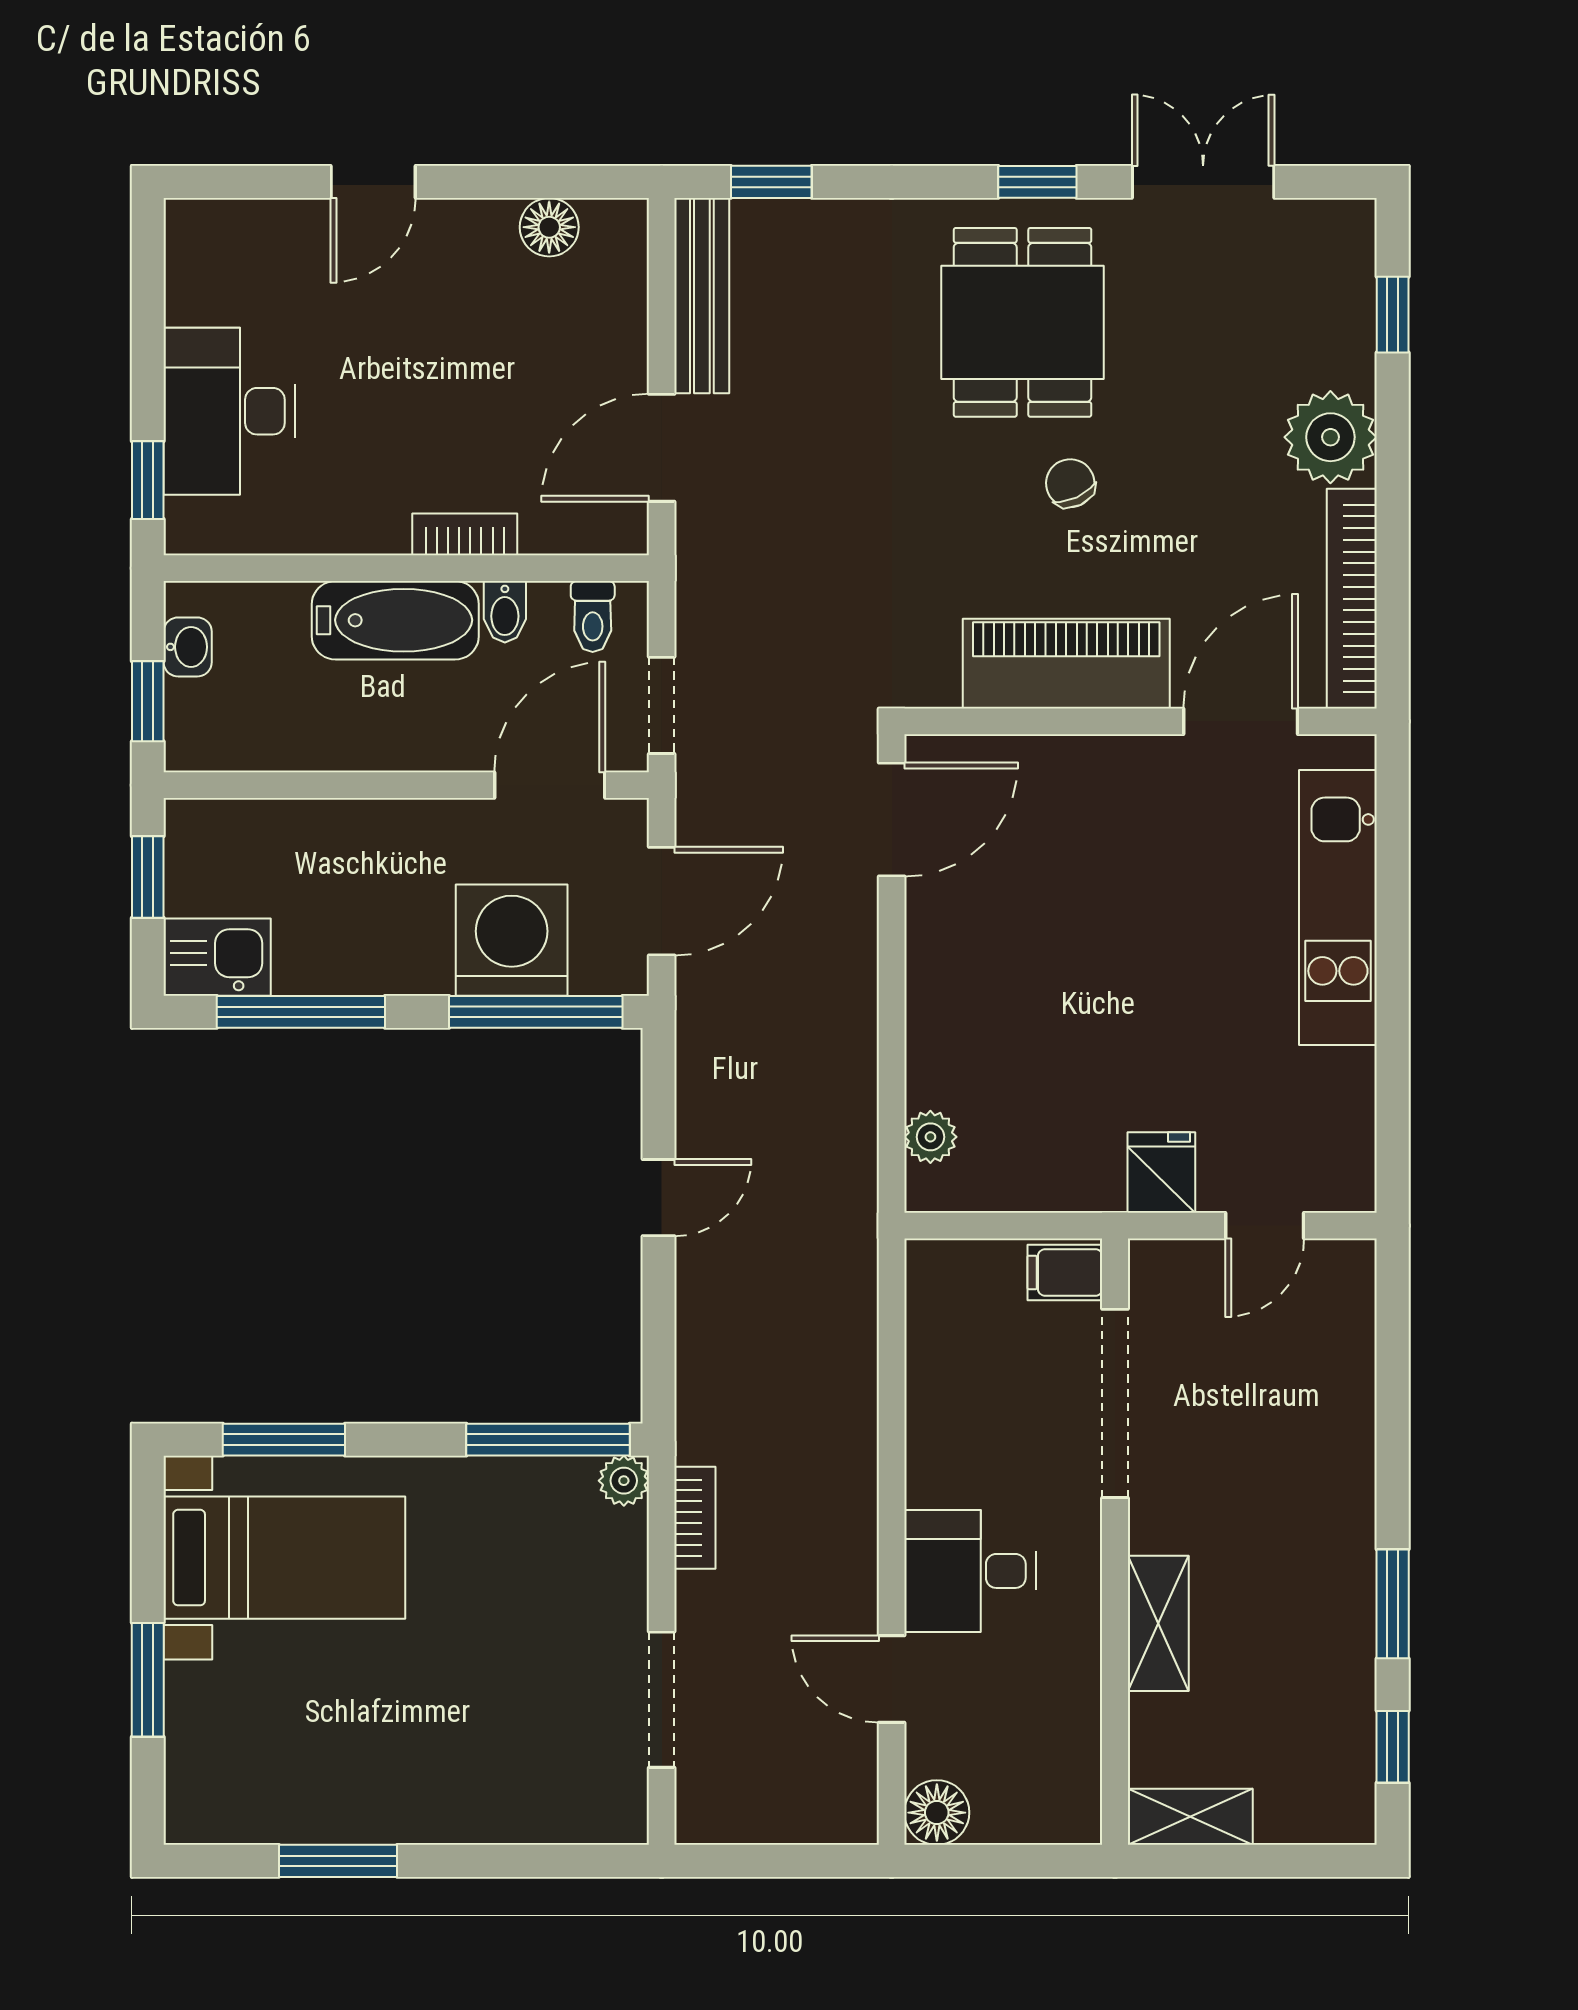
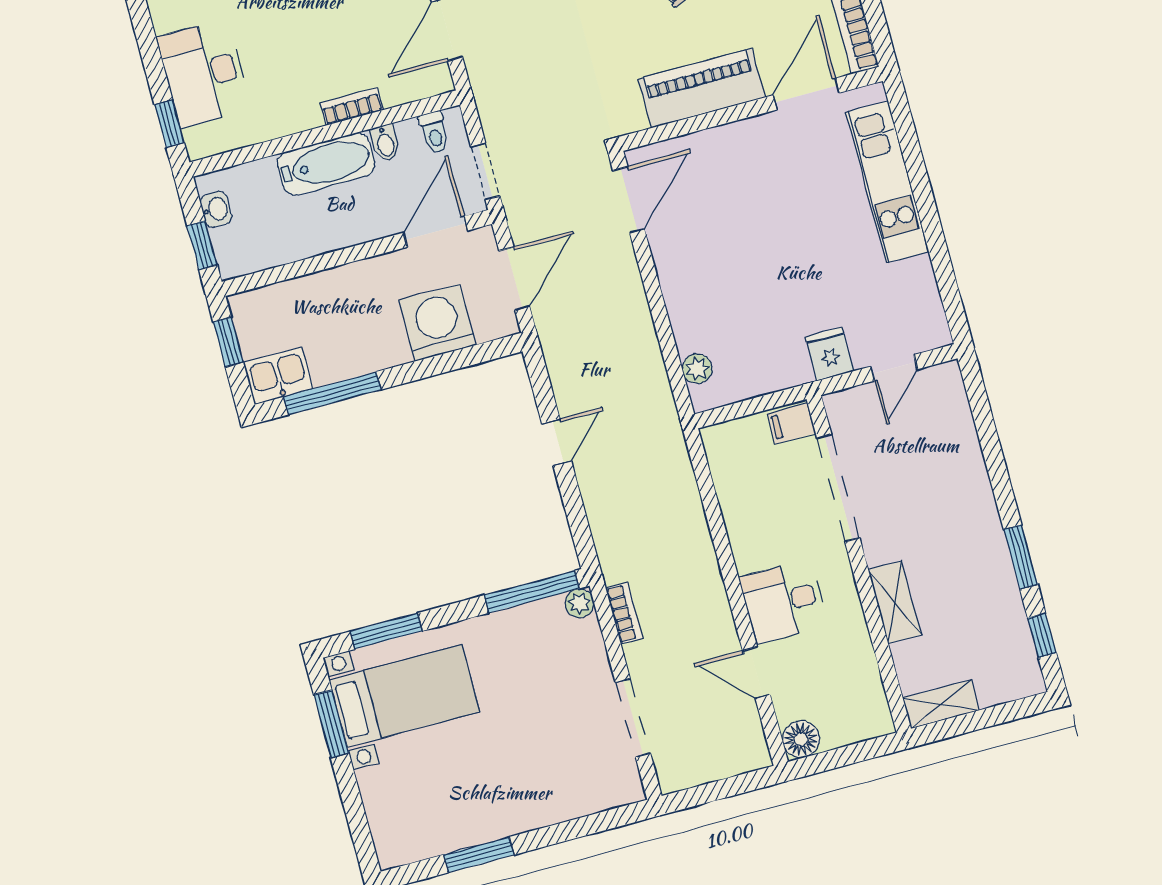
window: (536, 1012) -> (462, 358), removed
window: (148, 1680) -> (331, 724), moved

